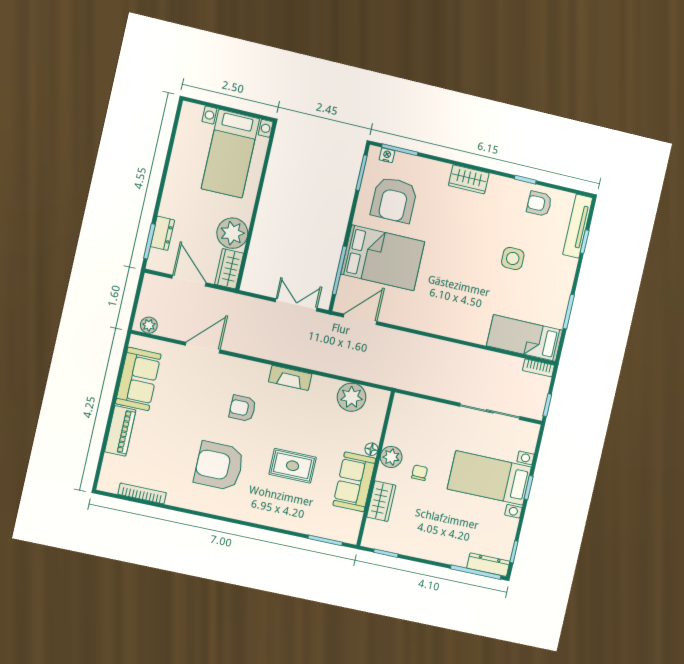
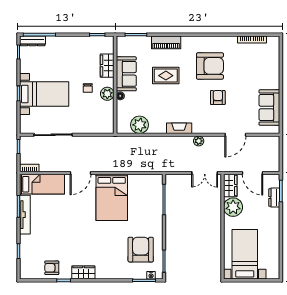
wardrobe: (469, 179) -> (83, 272), moved
armchair: (539, 204) -> (52, 268), turned 180
tv unit: (578, 226) -> (25, 215), moved
bed: (383, 258) -> (112, 197), moved, turned -90
side table: (513, 258) -> (60, 231), removed
double door: (296, 305) -> (205, 173), moved
door: (360, 319) -> (80, 173), moved
plant: (149, 325) -> (199, 141), moved
armchair: (243, 408) -> (218, 97), moved, turned -90
piano: (120, 431) -> (166, 42), moved, turned -90

